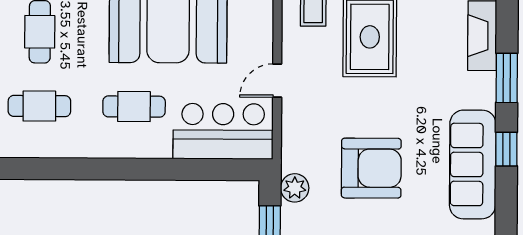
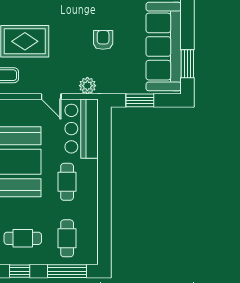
armchair: (371, 168) -> (103, 40), width x0.53, depth x0.53
plant: (295, 188) -> (87, 86), moved

